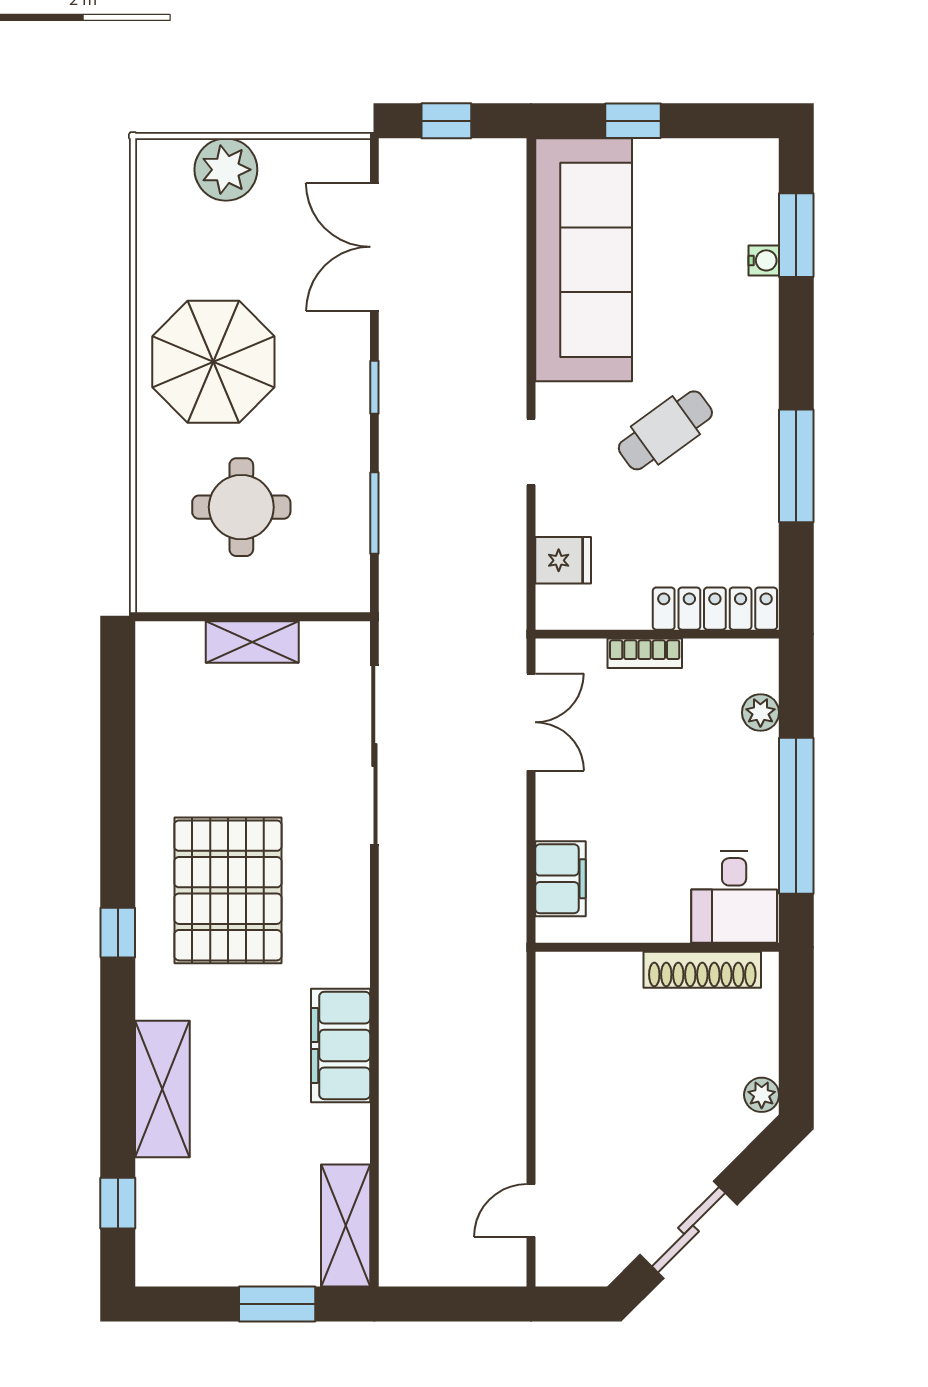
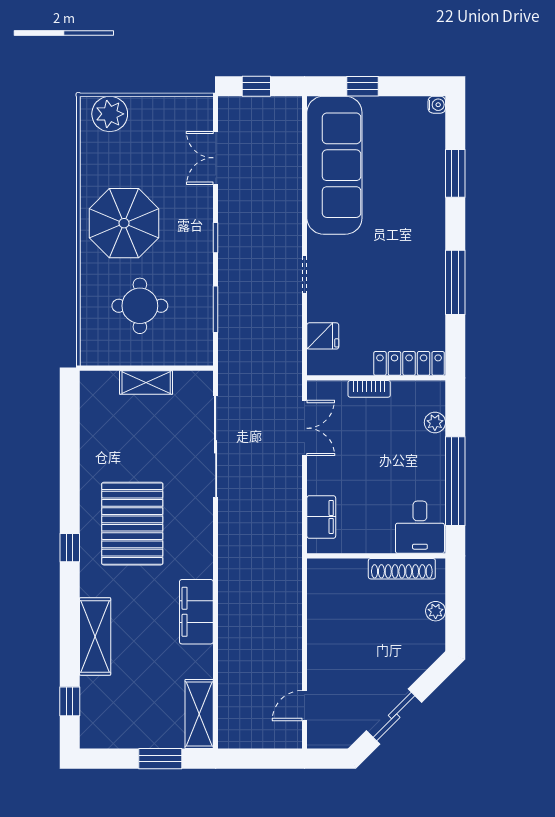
plant: (226, 170) -> (110, 114), moved
window: (796, 235) -> (455, 173), moved
double door: (374, 247) -> (216, 158), width x0.73
water cooler: (764, 260) -> (437, 105), moved
cafe table: (665, 430) -> (381, 262), removed
plant: (762, 1095) -> (436, 611), moved

